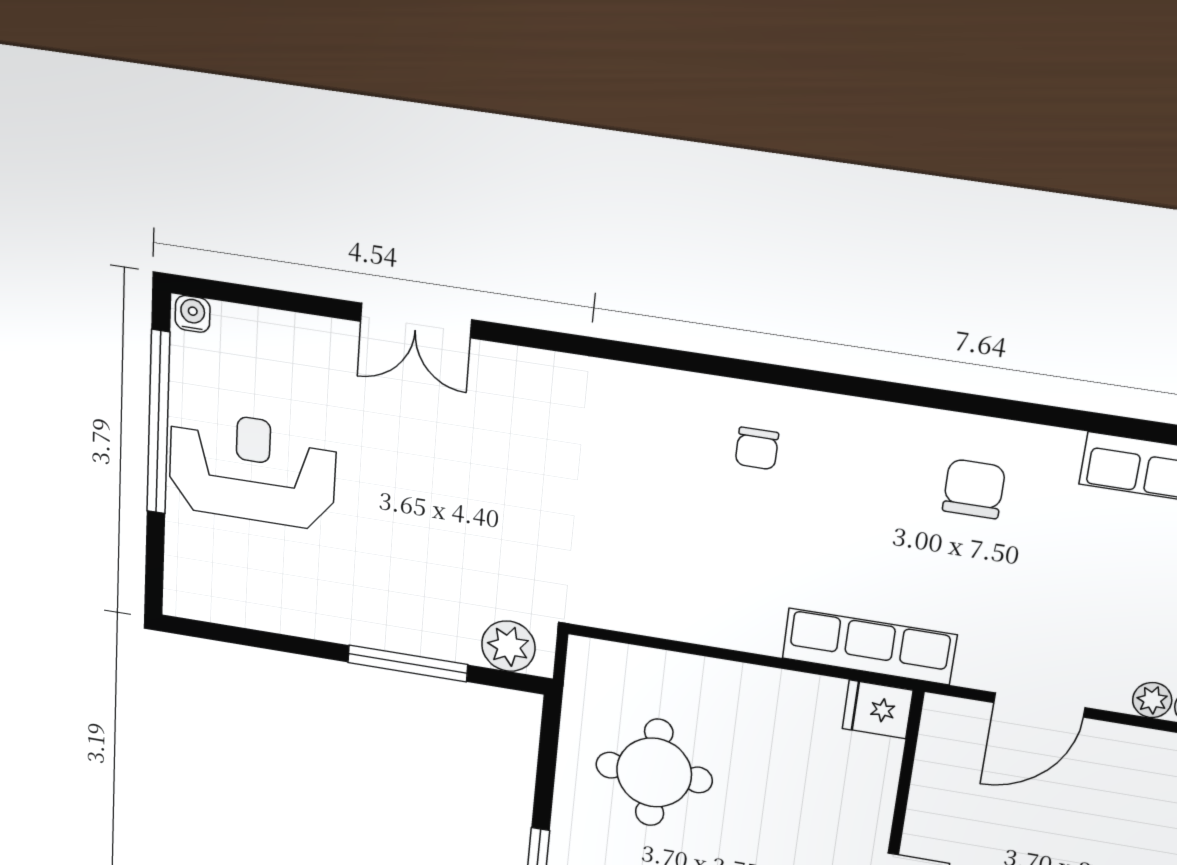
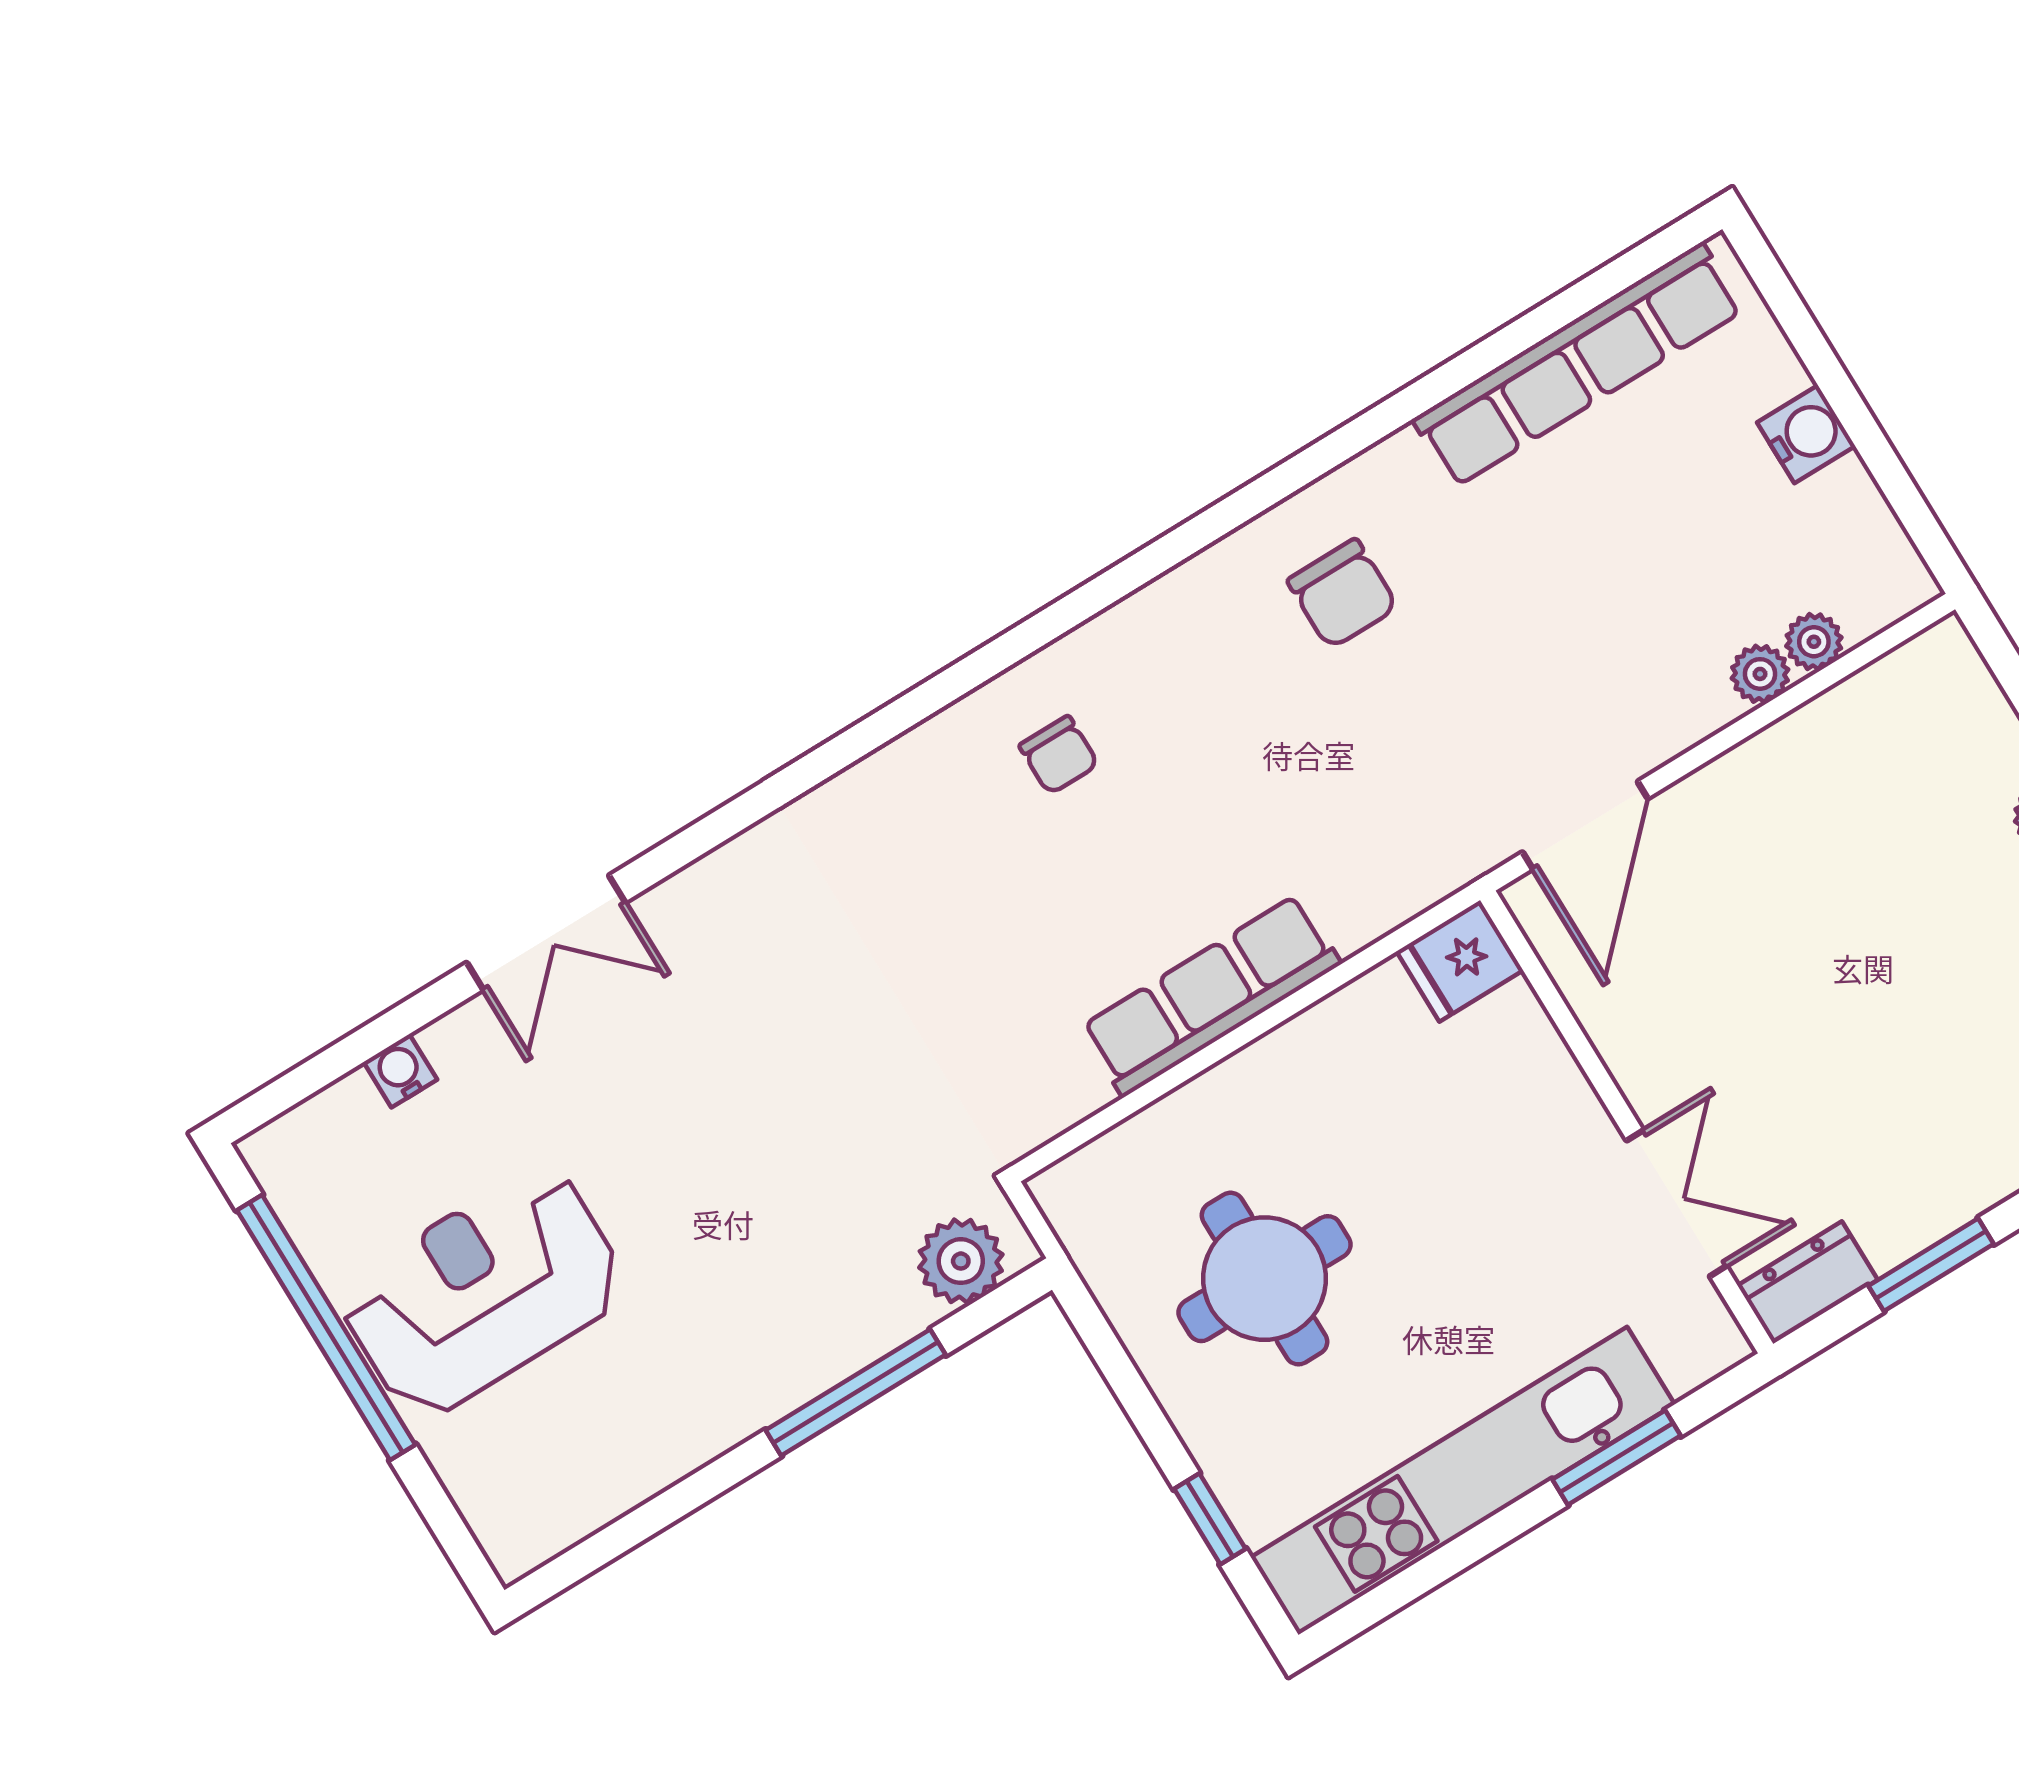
water cooler: (193, 314) -> (400, 1071), moved
chair: (974, 489) -> (1343, 594), turned 180
row of seats: (869, 646) -> (1211, 995), moved
door: (1039, 705) -> (1585, 825), moved

